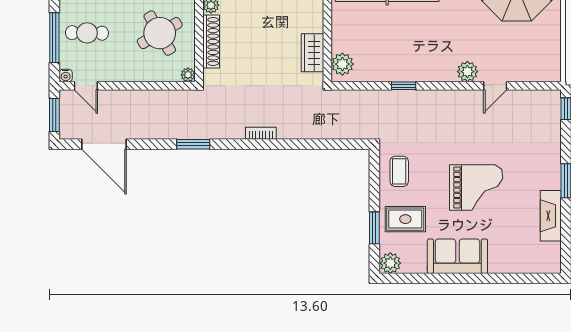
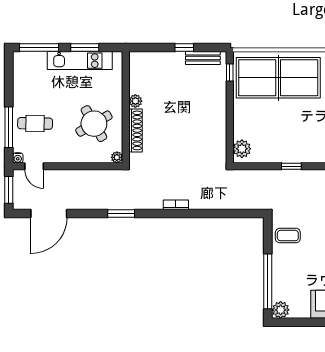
wardrobe: (312, 53) -> (218, 140), removed
door: (104, 144) -> (49, 214), hinge flipped
coffee table: (399, 171) -> (288, 236), turned 90
rug: (405, 219) -> (293, 274), removed
window: (374, 228) -> (268, 281), width x2.11

